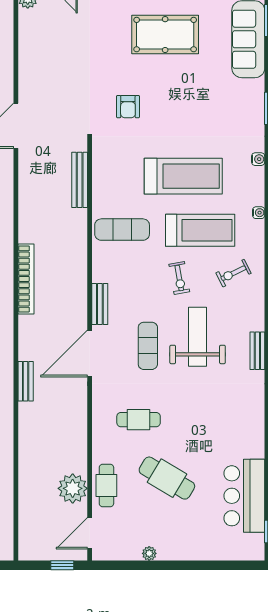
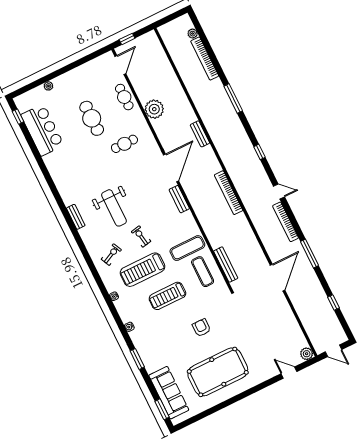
pool table: (165, 35) -> (218, 372), width x1.36, depth x1.32
armchair: (128, 107) -> (201, 328), moved
treadmill: (183, 176) -> (167, 296), width x0.73, depth x0.73
exercise mat: (148, 346) -> (203, 272), moved
cafe table: (167, 478) -> (92, 118), turned 59
plant: (73, 488) -> (154, 109), moved
plant: (149, 553) -> (48, 86), moved

